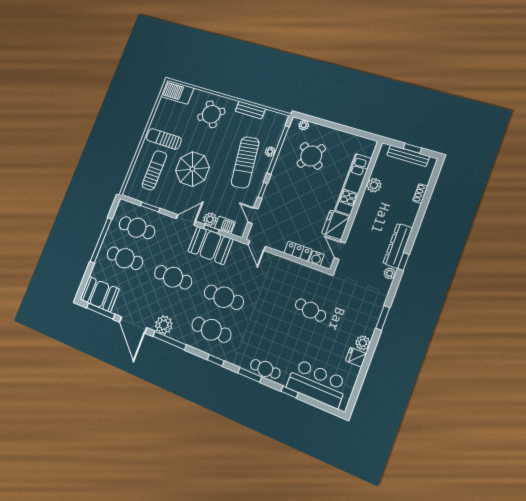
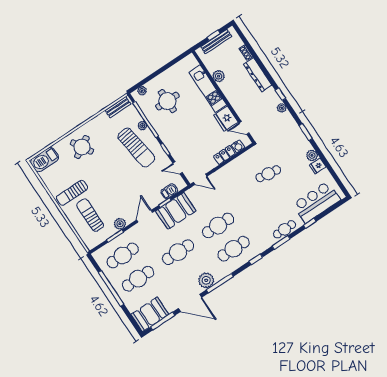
bench: (250, 110) -> (118, 107), moved
round table: (311, 156) -> (167, 101), turned -35
parasol: (192, 169) -> (111, 187), removed
plant: (210, 219) -> (120, 224), moved
dresser: (398, 246) -> (258, 75), moved

